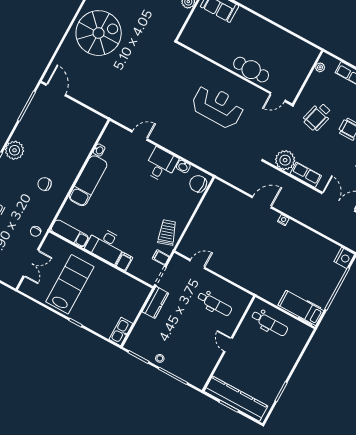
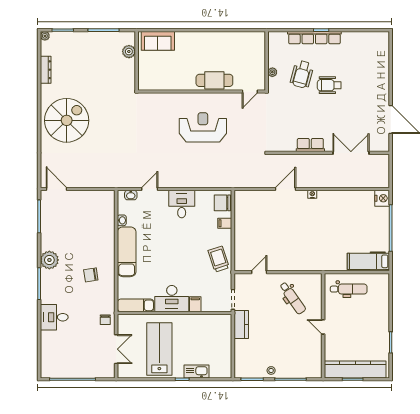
plant: (320, 67) -> (272, 72), moved
wheelchair: (317, 117) -> (302, 74), moved
plant: (285, 160) -> (286, 142), removed
washbasin: (183, 166) -> (131, 195), moved
filing cabinet: (161, 257) -> (225, 223), moved
dental chair: (215, 304) -> (293, 298), turned 55
kitchen sink: (121, 331) -> (196, 371), moved, turned 90

